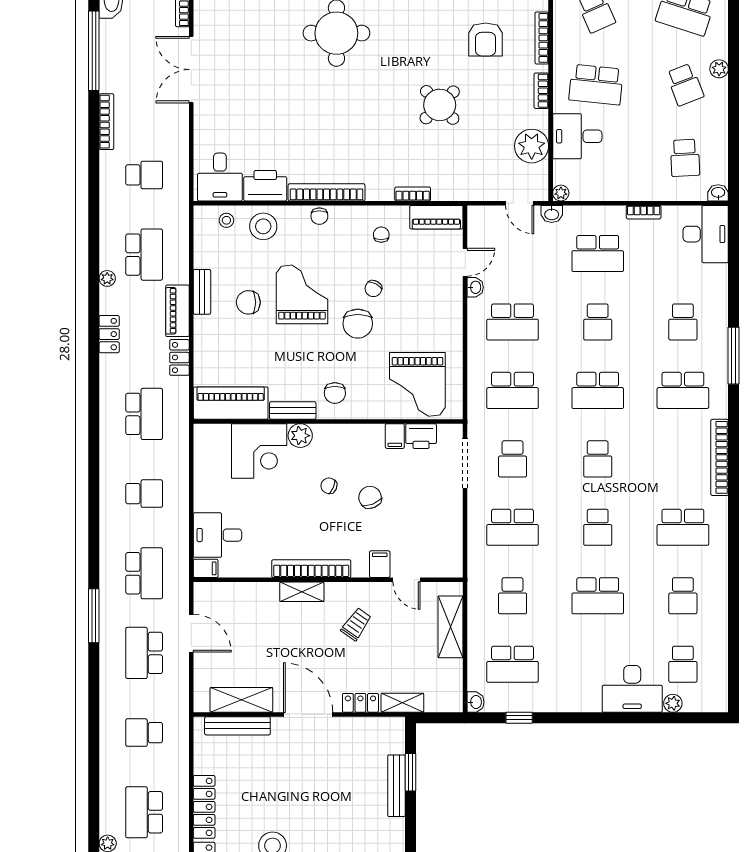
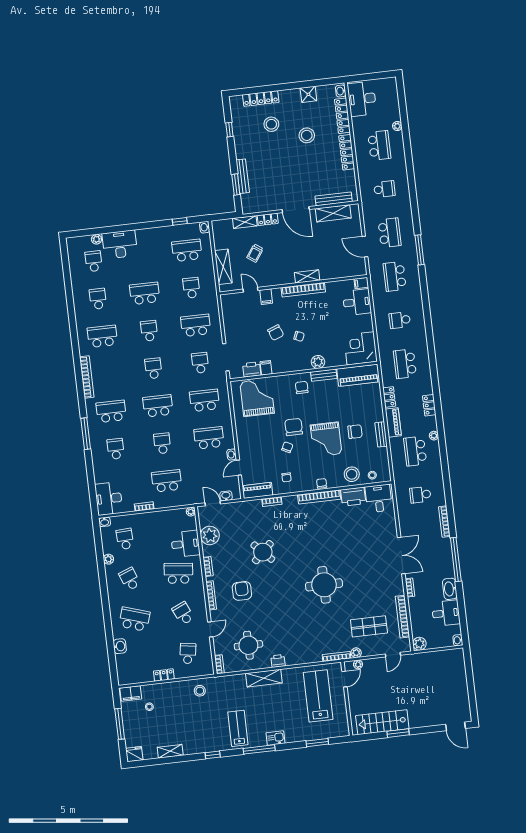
plant: (719, 69) -> (108, 559), moved
washbasin: (552, 214) -> (226, 496), moved
corner desk: (259, 451) -> (361, 348), moved
trolley: (356, 624) -> (255, 253), moved

